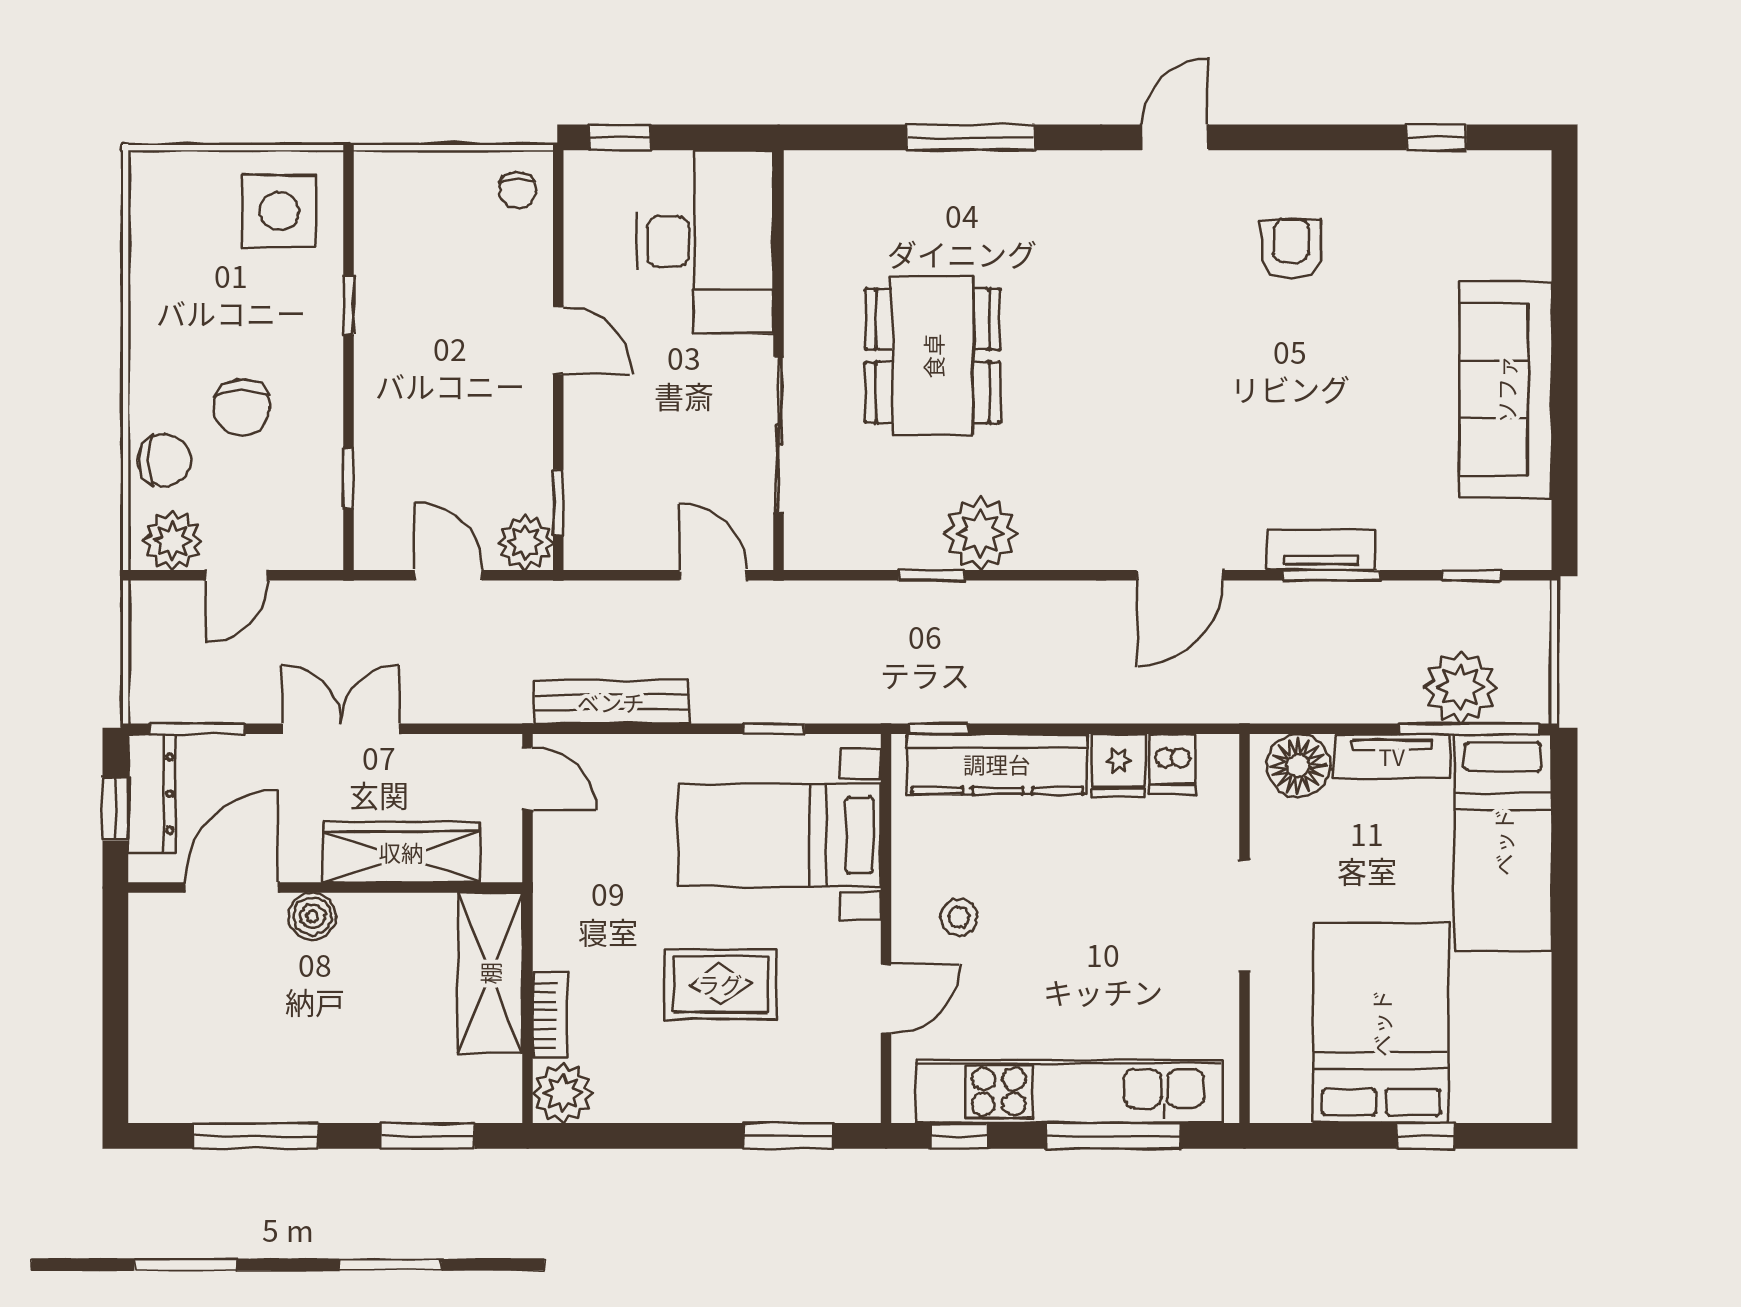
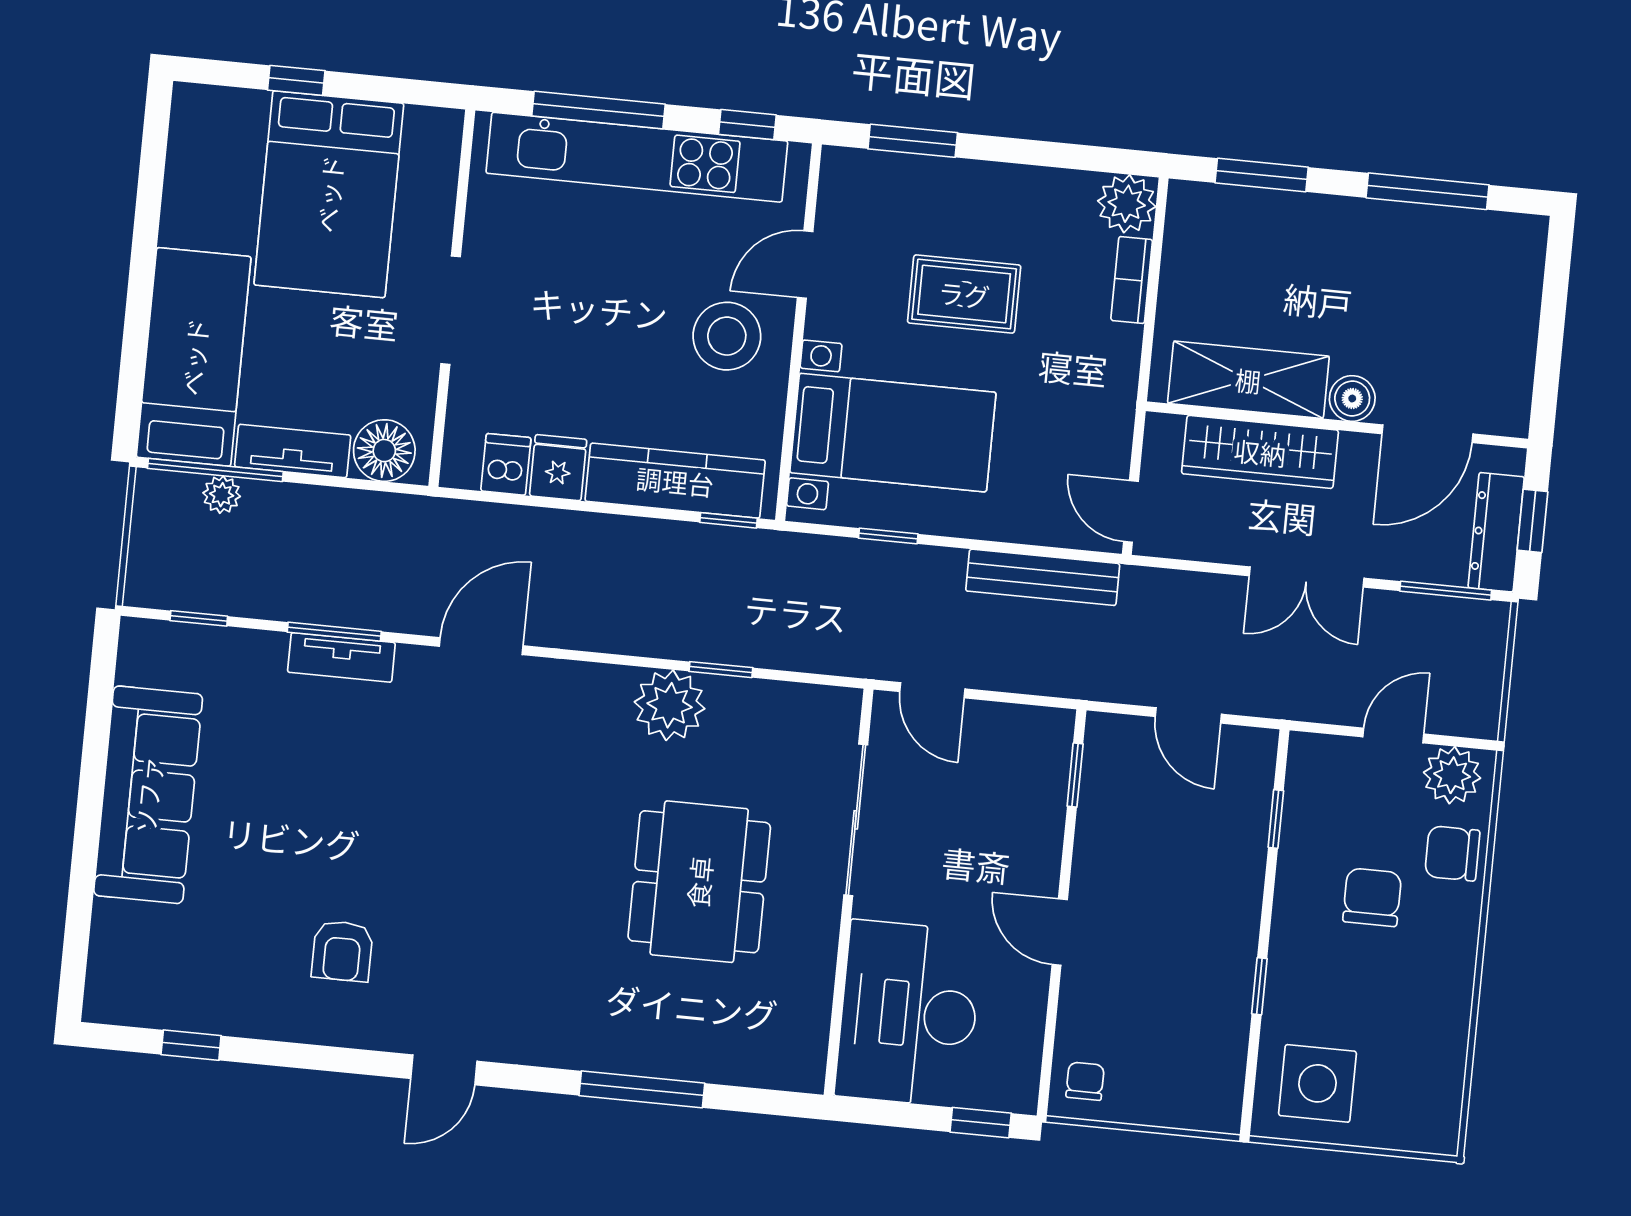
plant: (525, 542) -> (1111, 740), removed
plant: (1460, 687) -> (222, 495), width x0.53, depth x0.53
stool: (959, 917) -> (727, 336), width x1.89, depth x1.89
shelving: (490, 973) -> (1248, 380), moved, turned 90

